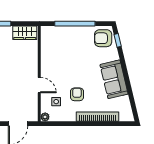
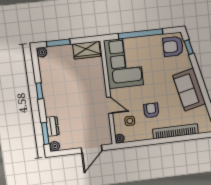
corner sofa: (56, 48) -> (123, 63), added

